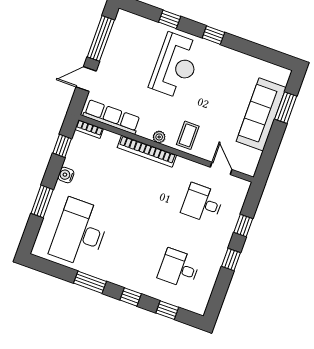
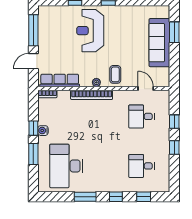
reception desk: (176, 66) -> (90, 31), turned 180
window: (62, 146) -> (33, 128), moved

